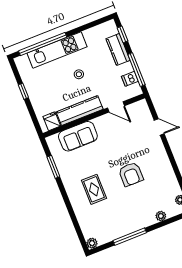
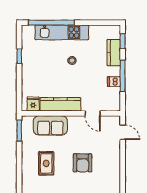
door: (116, 107) -> (93, 113), moved
kitchen counter: (80, 111) -> (60, 104), moved
wall: (94, 116) -> (71, 113), moved
fridge: (52, 121) -> (33, 104), moved
sofa: (78, 136) -> (50, 125), moved

